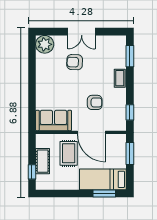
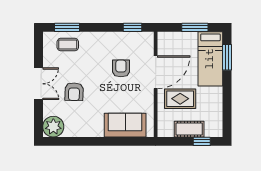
coffee table: (120, 78) -> (68, 45), moved
sofa: (54, 120) -> (125, 125), moved, turned 90
window: (130, 154) -> (195, 27), moved

